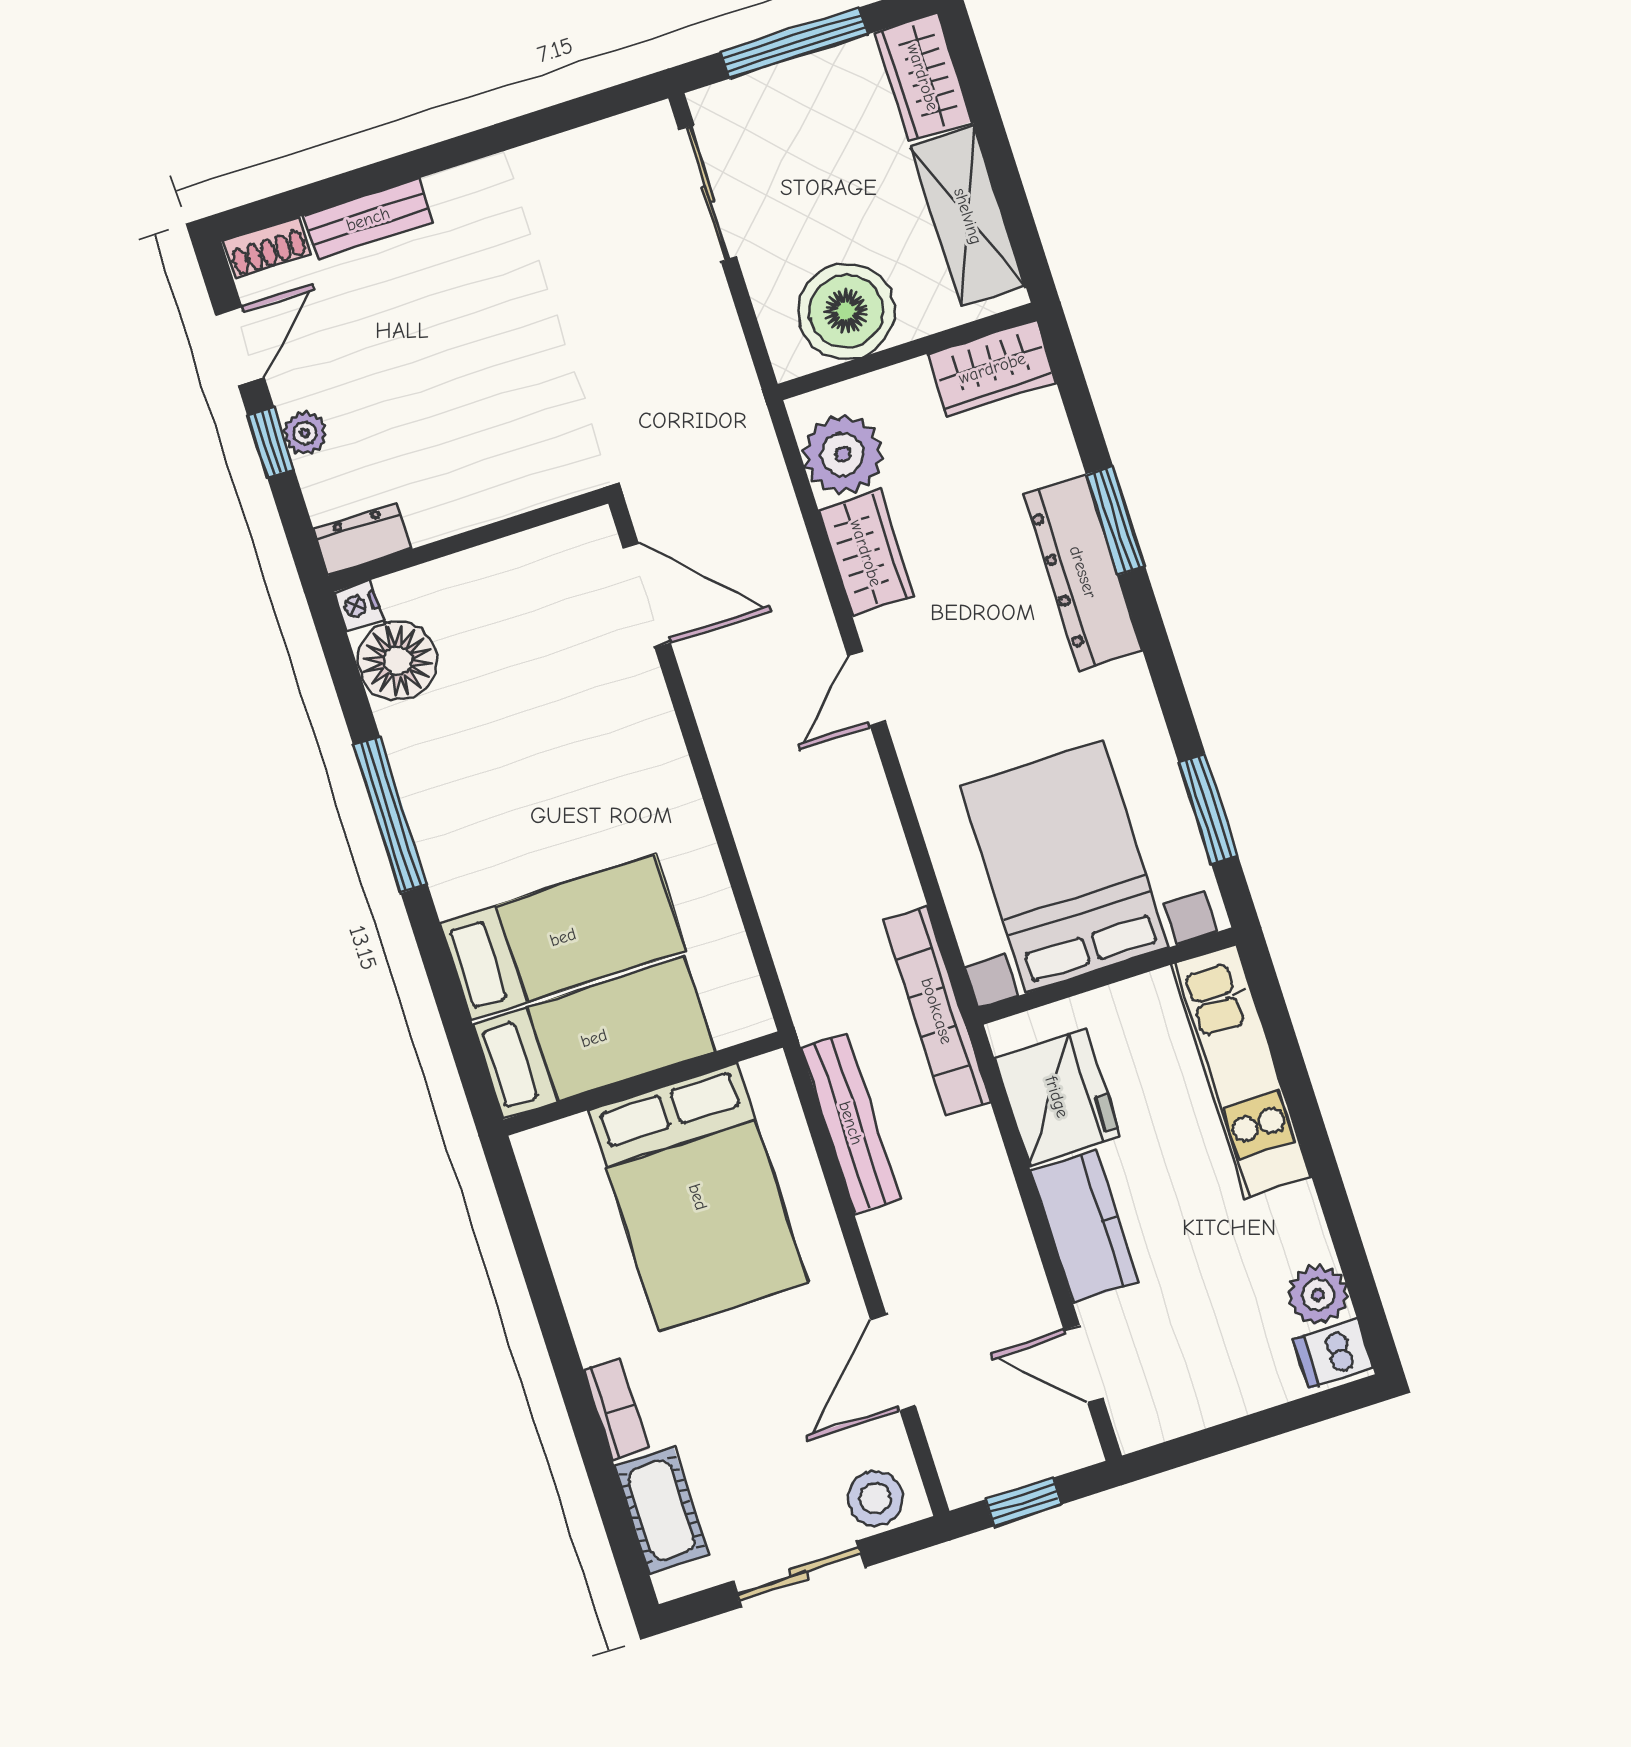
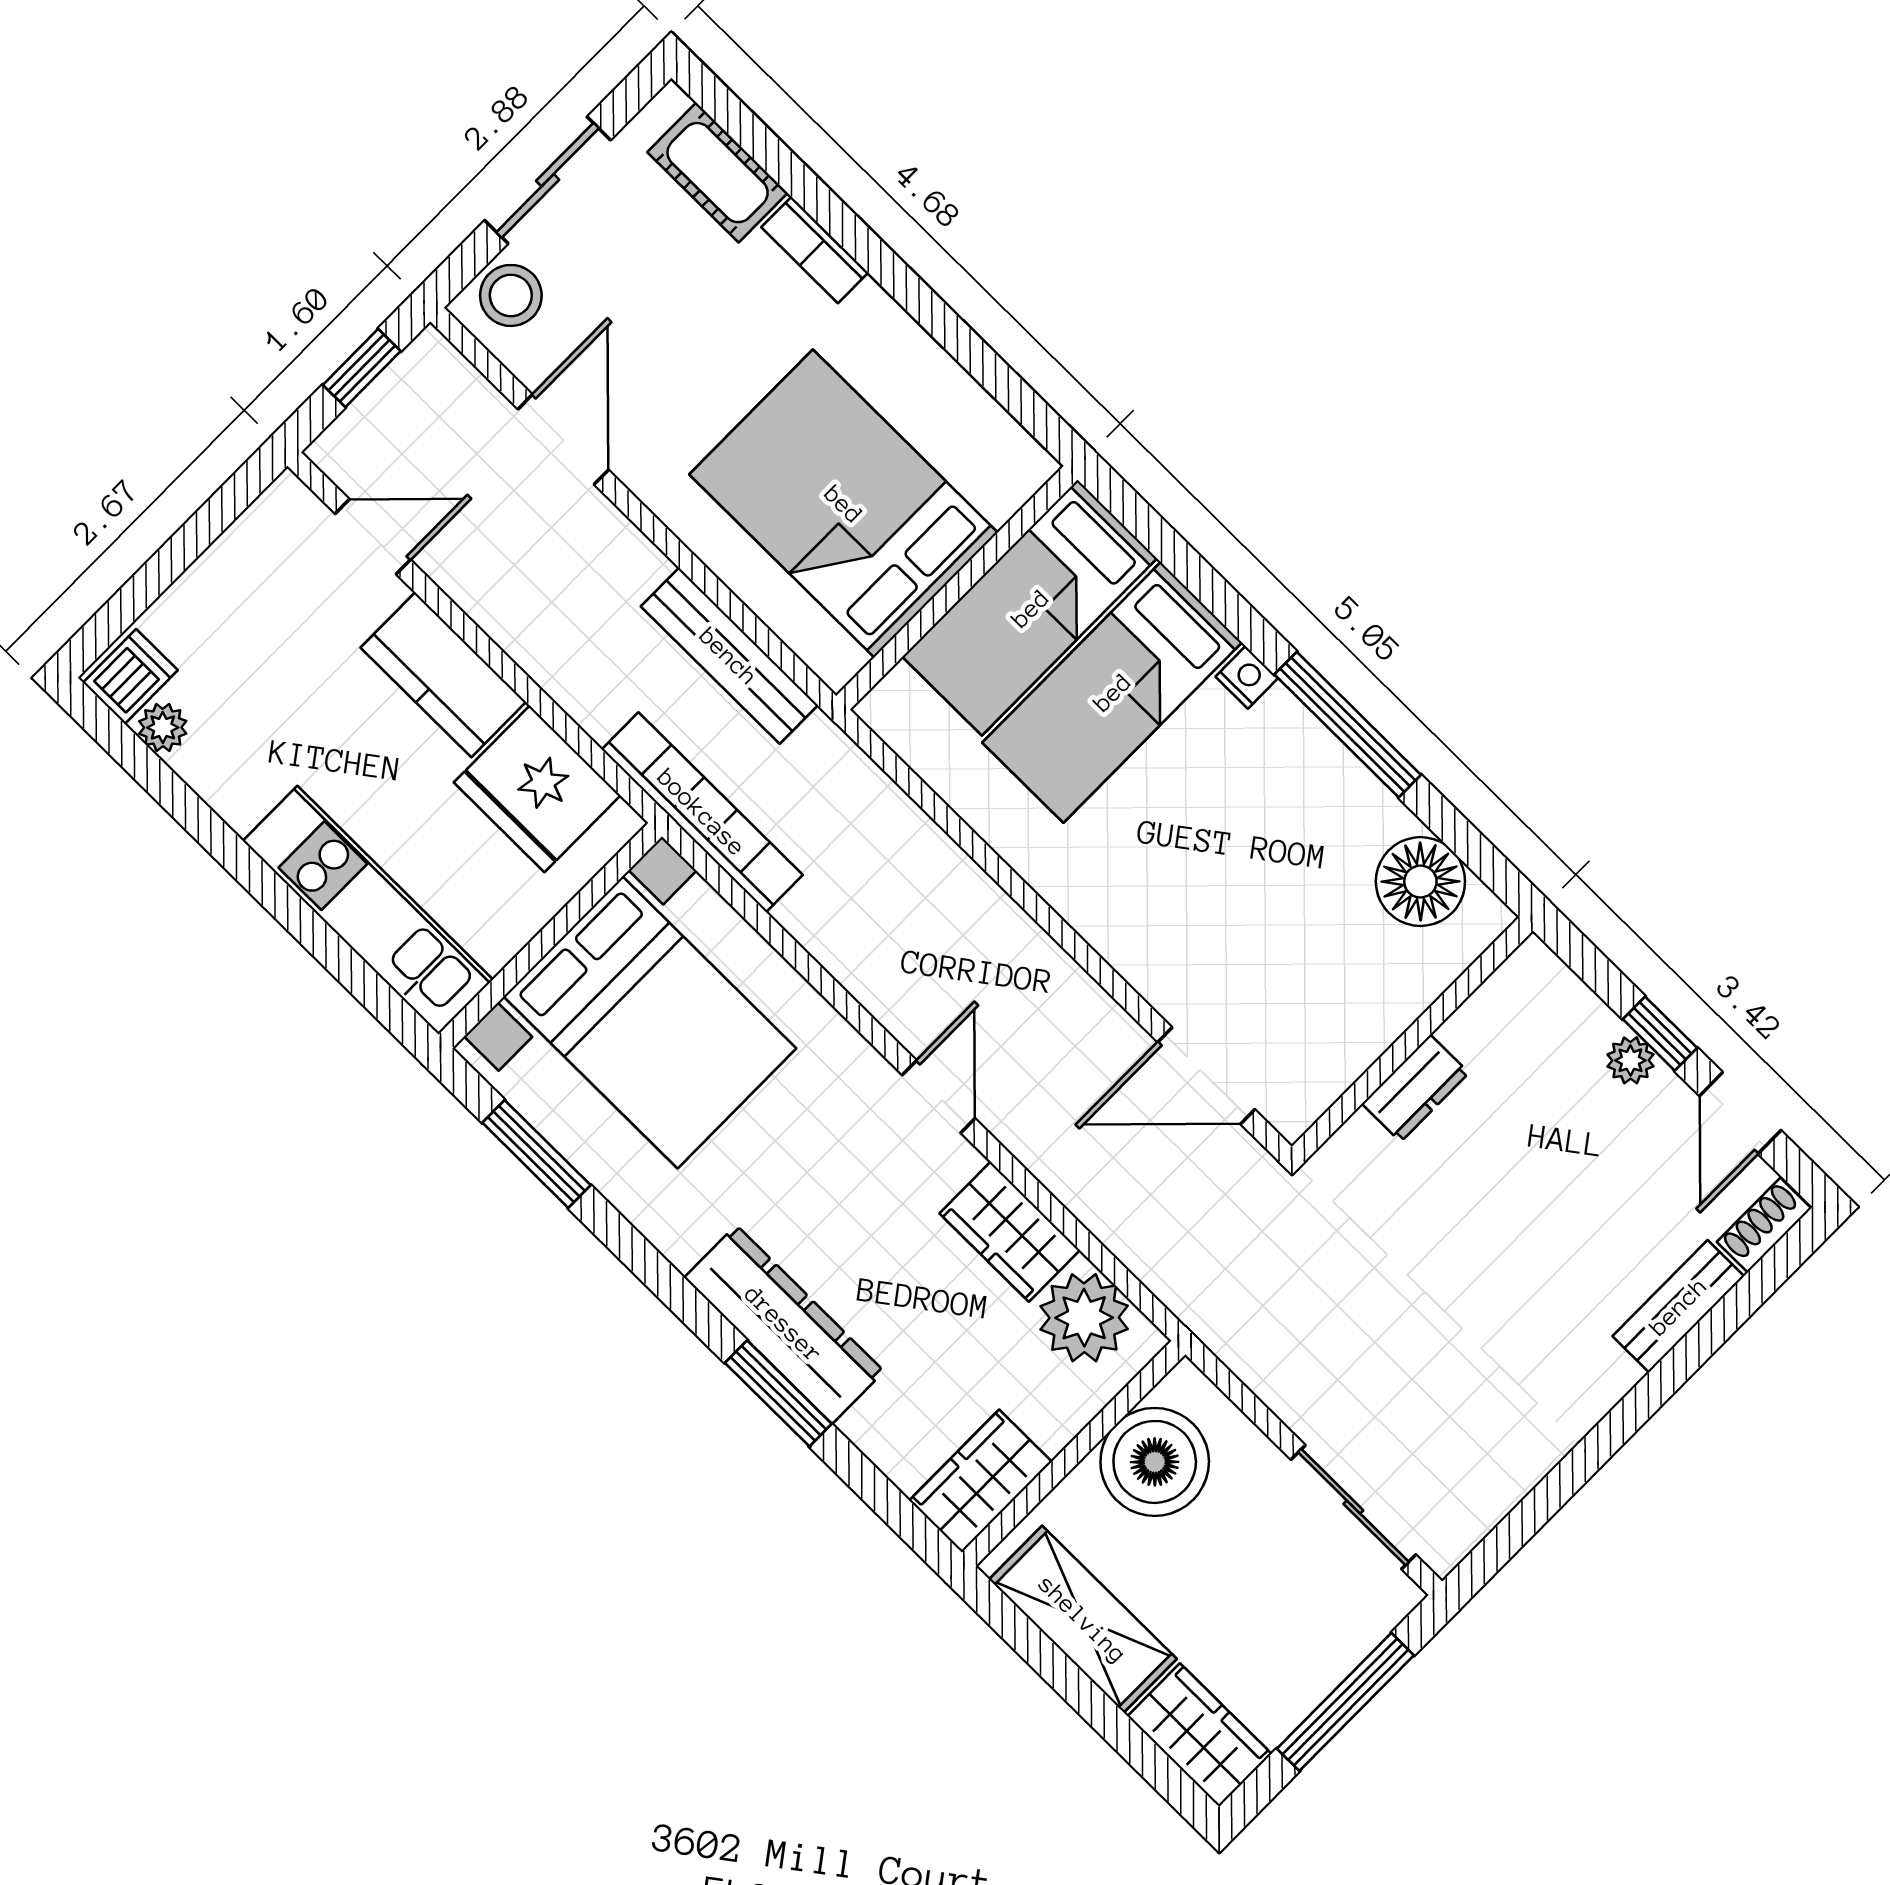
dresser: (362, 539) -> (1415, 1088), moved
nightstand: (358, 605) -> (1247, 677), moved
plant: (1318, 1295) -> (163, 727), width x0.73, depth x0.73

